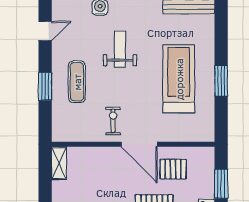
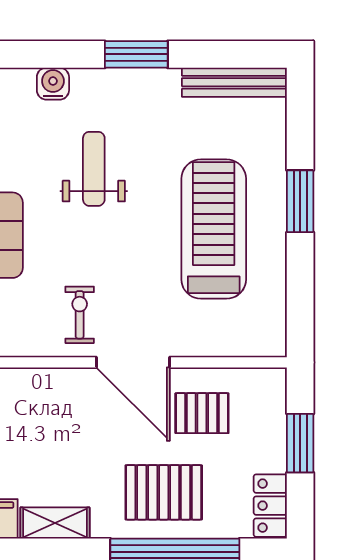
window: (221, 81) -> (300, 201), moved

